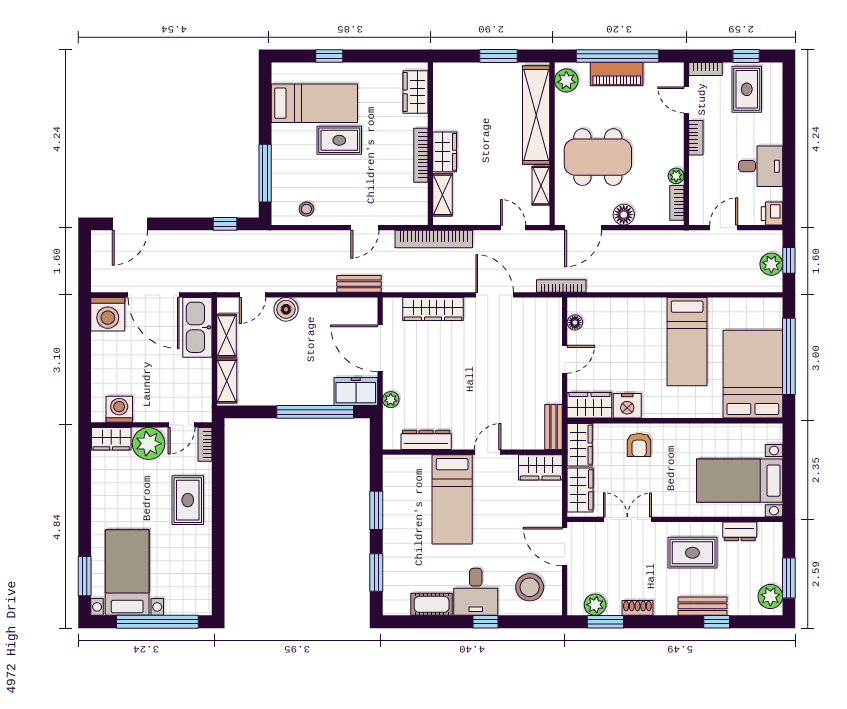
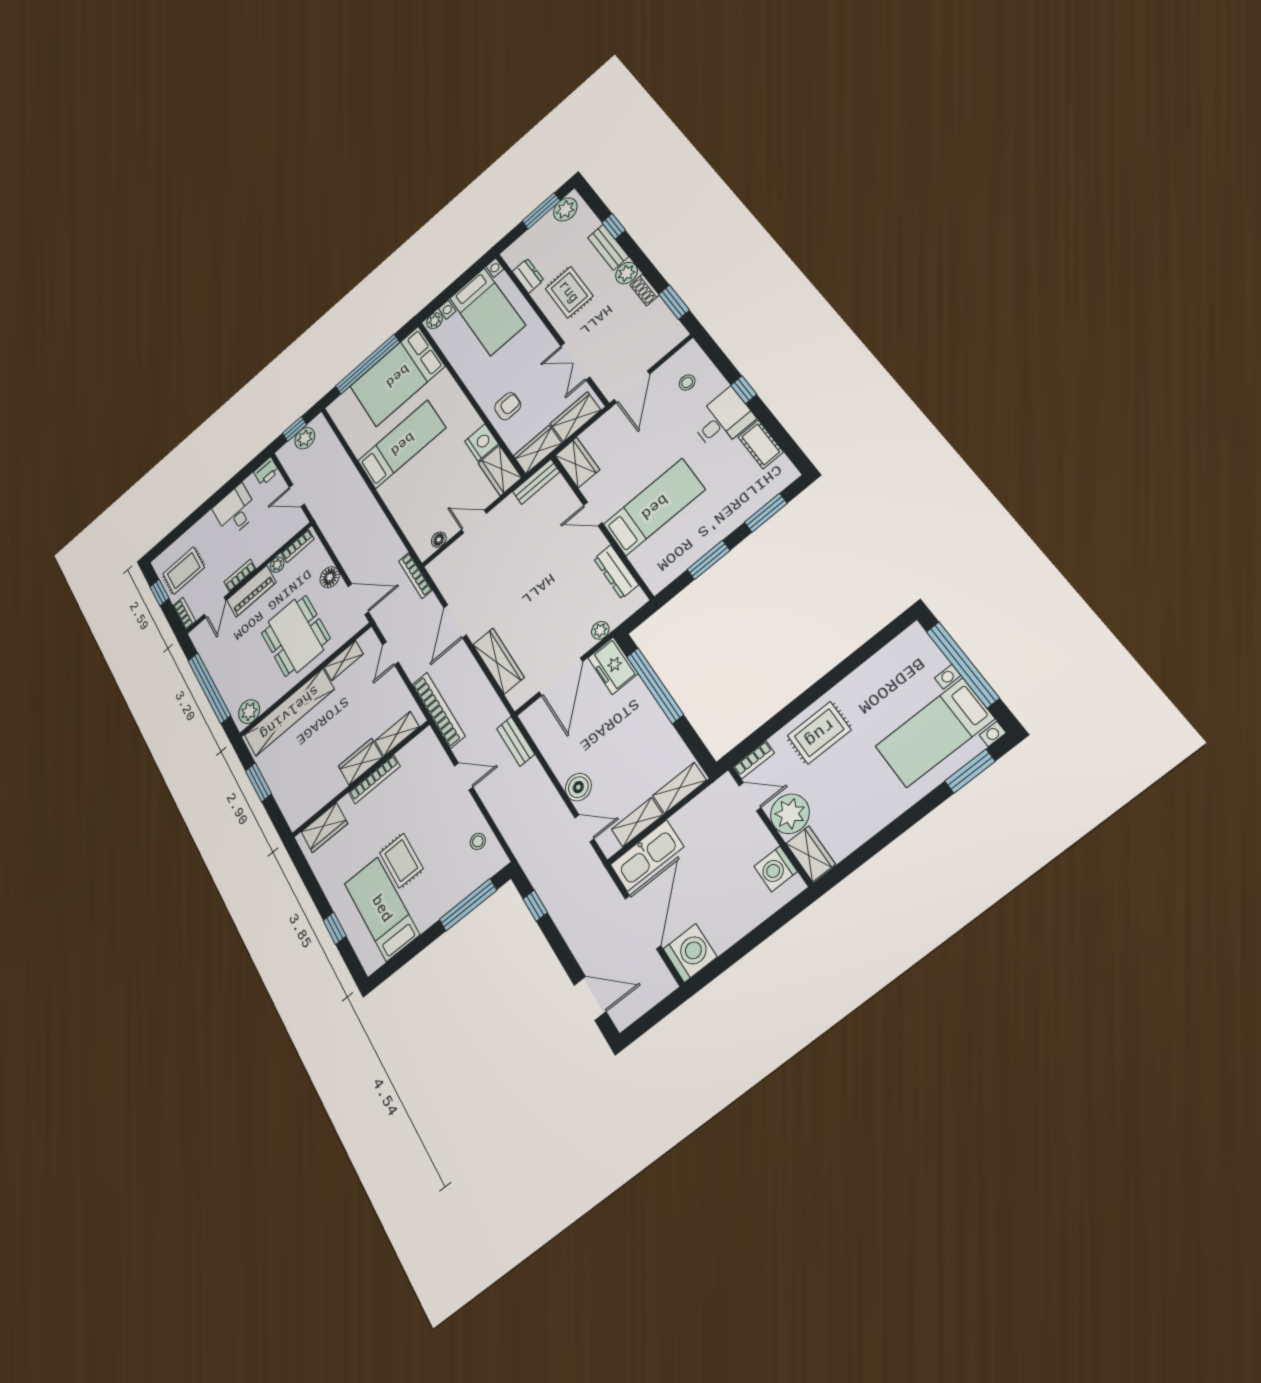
piano: (617, 74) -> (251, 591), moved, turned 90
plant: (774, 434) -> (434, 321), added
stool: (530, 587) -> (687, 382), width x0.53, depth x0.53
plant: (595, 605) -> (627, 273), moved

